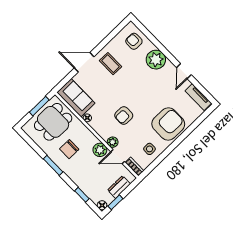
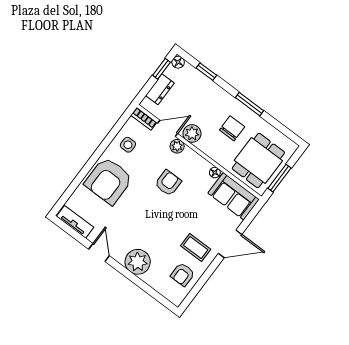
armchair: (134, 41) -> (183, 274), moved, turned 90

